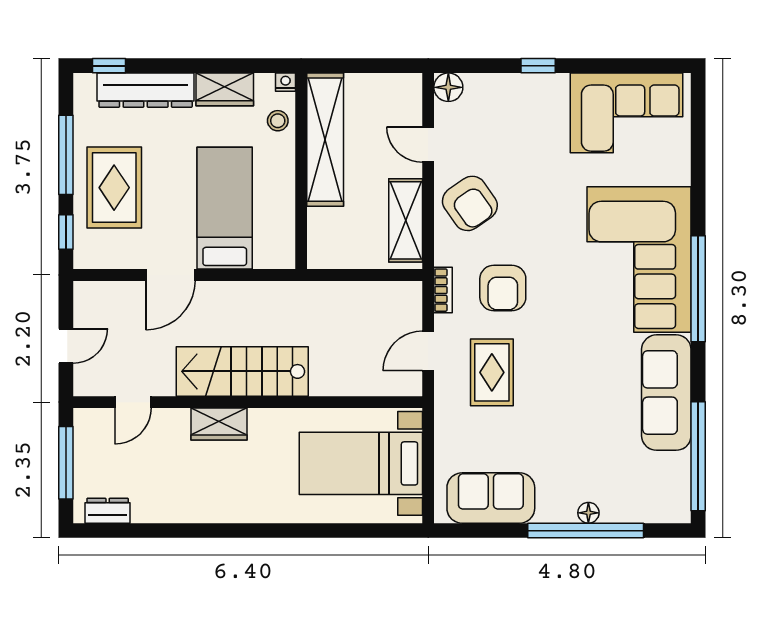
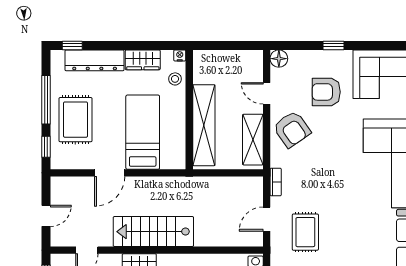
shelving: (325, 140) -> (204, 125), moved
armchair: (503, 288) -> (326, 92), moved, turned 90

